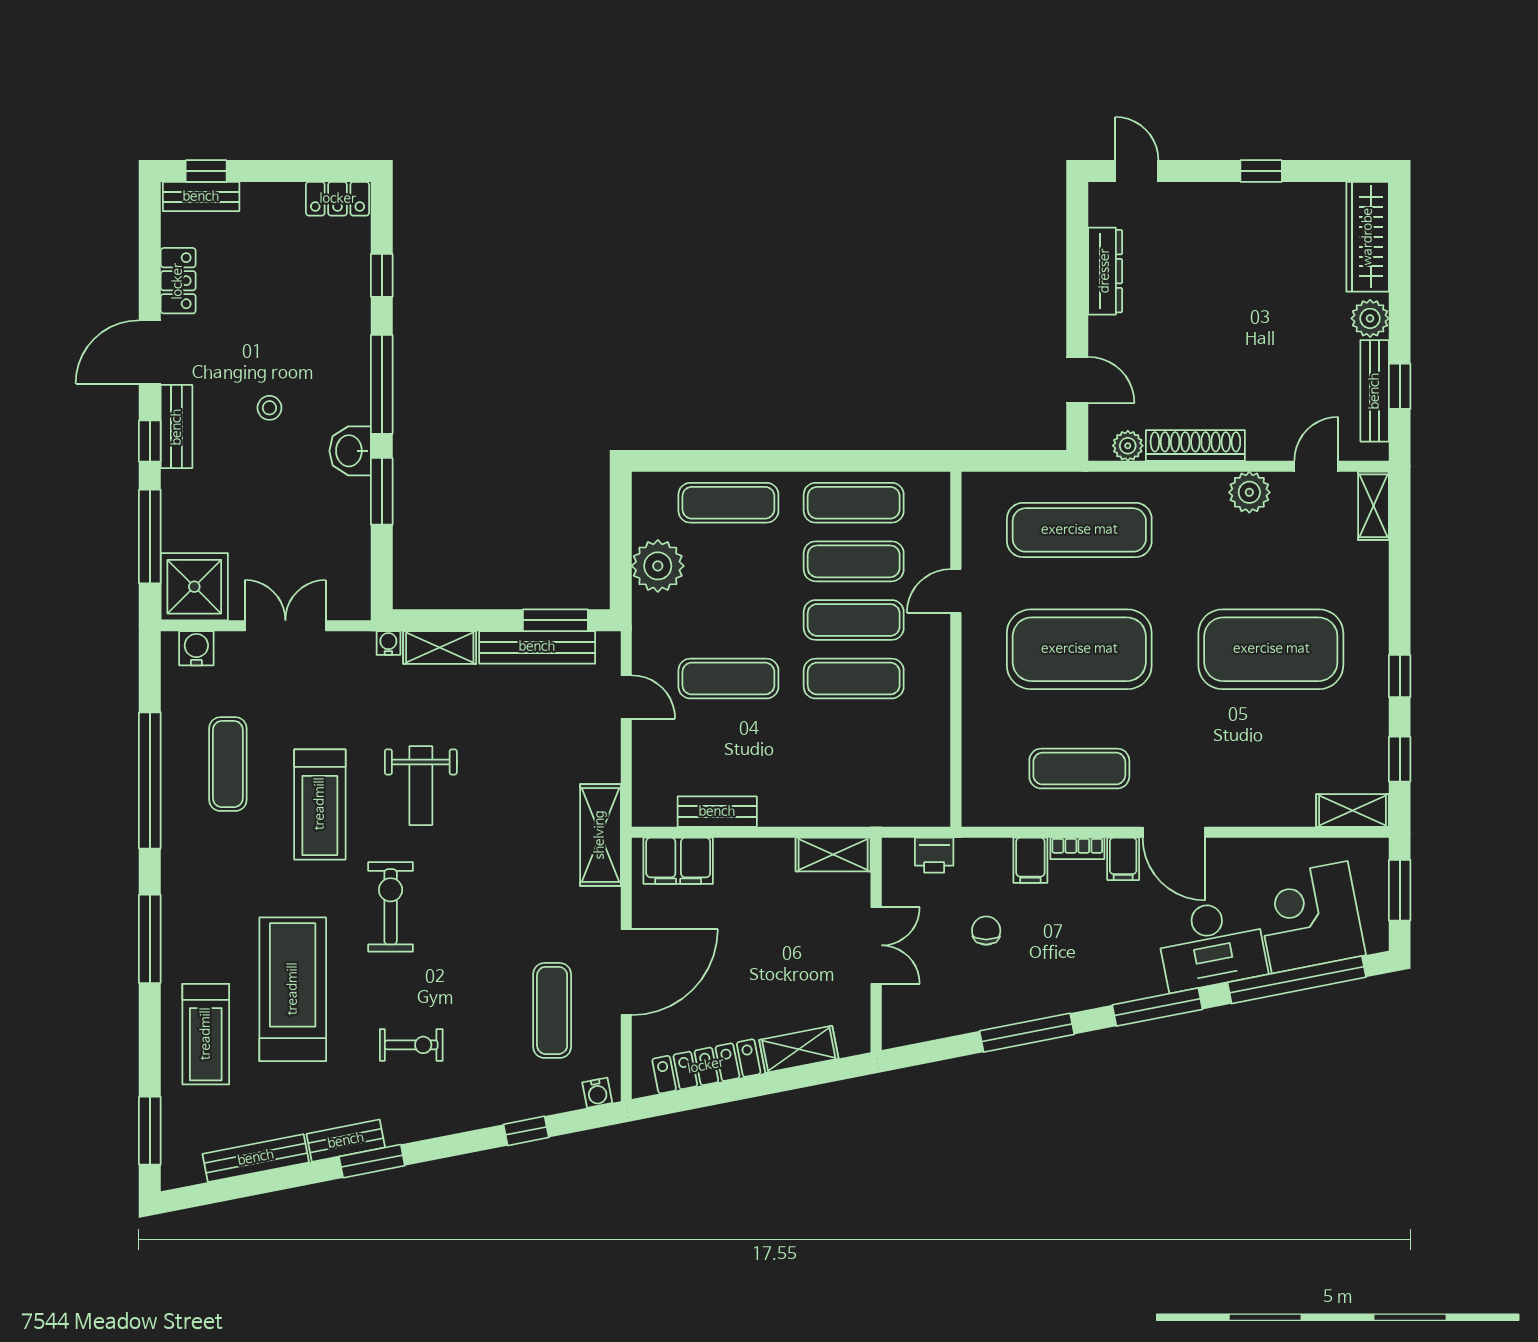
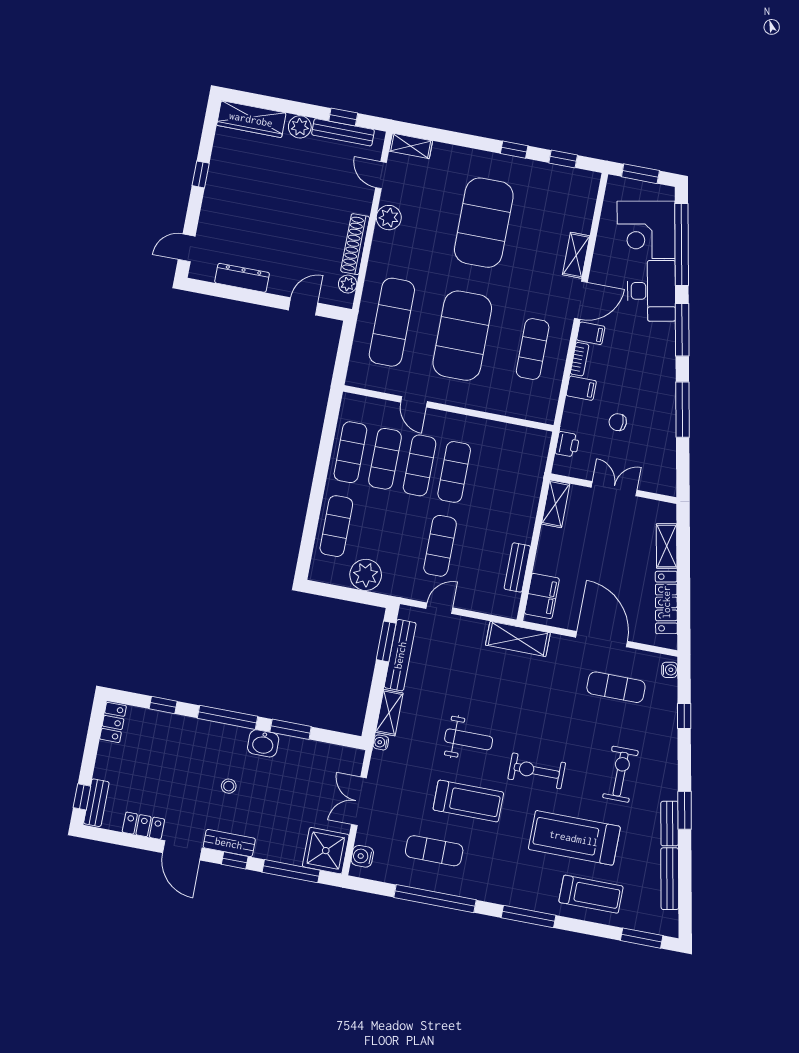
shelving: (1352, 810) -> (576, 255), moved
exercise bike: (411, 1045) -> (620, 774), width x1.38, depth x1.39

